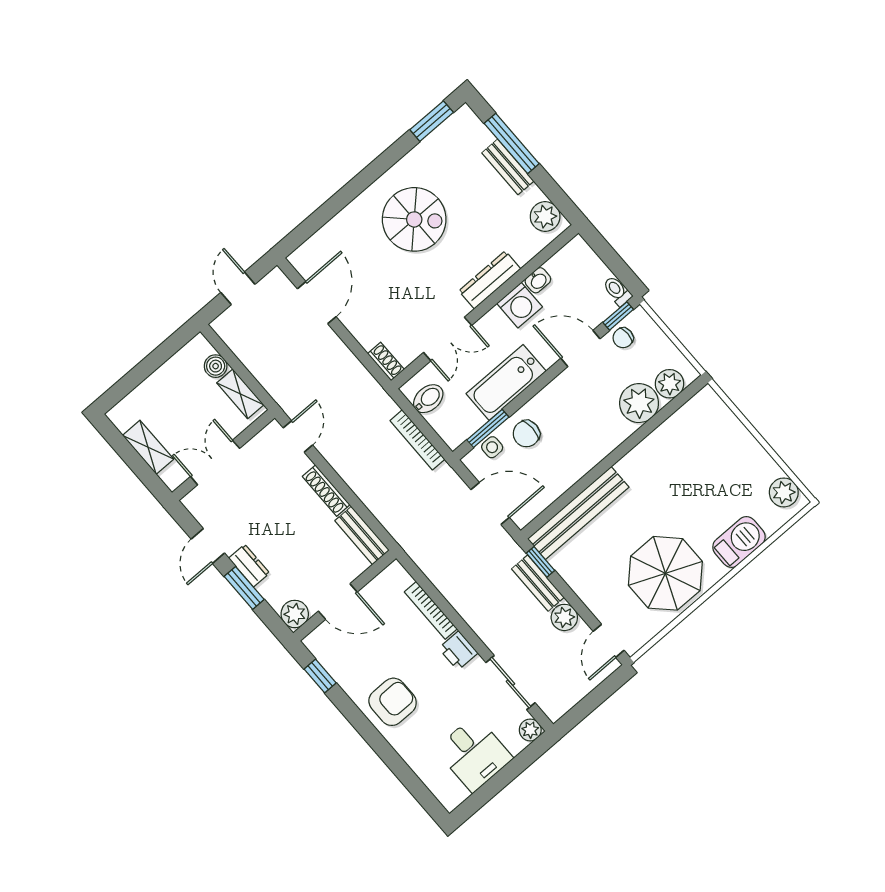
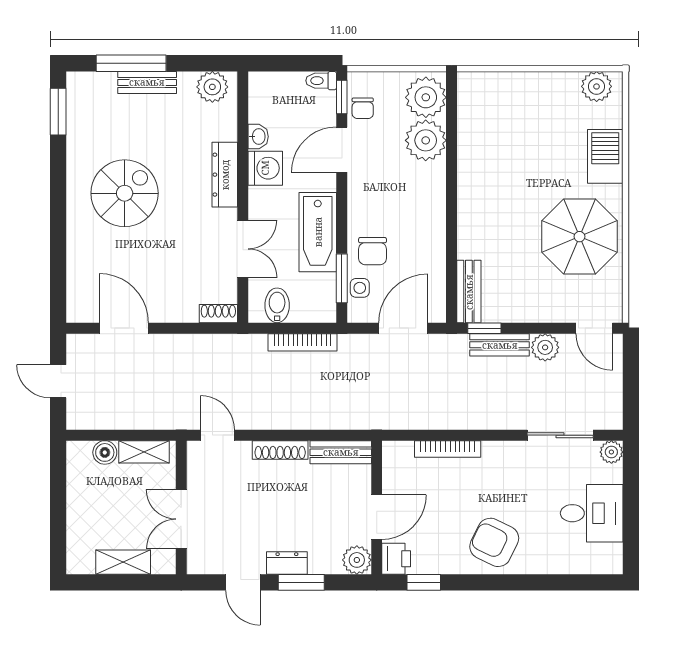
plant: (670, 384) -> (426, 97), width x1.36, depth x1.36
bench: (578, 513) -> (469, 292), width x0.54, depth x0.82
printer: (458, 651) -> (396, 559), moved, turned -90
armchair: (393, 702) -> (494, 542), turned -64

